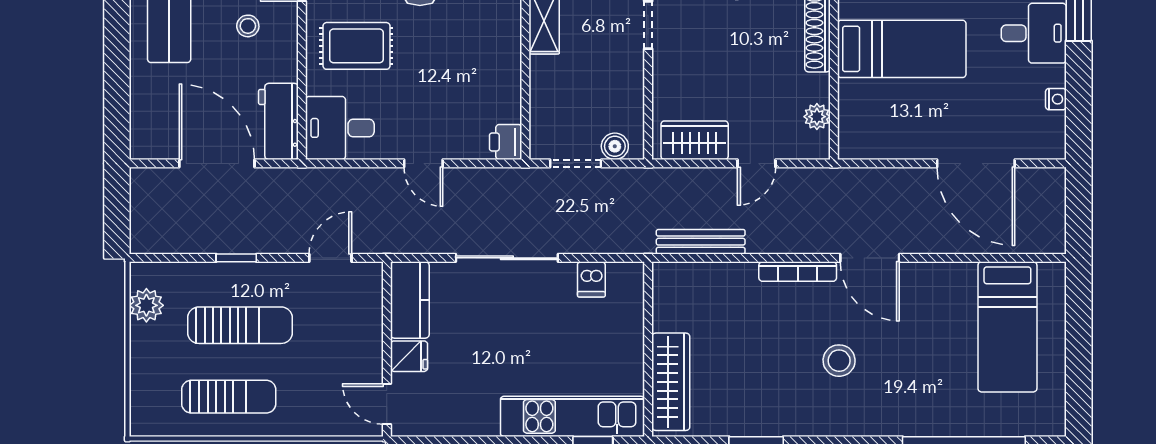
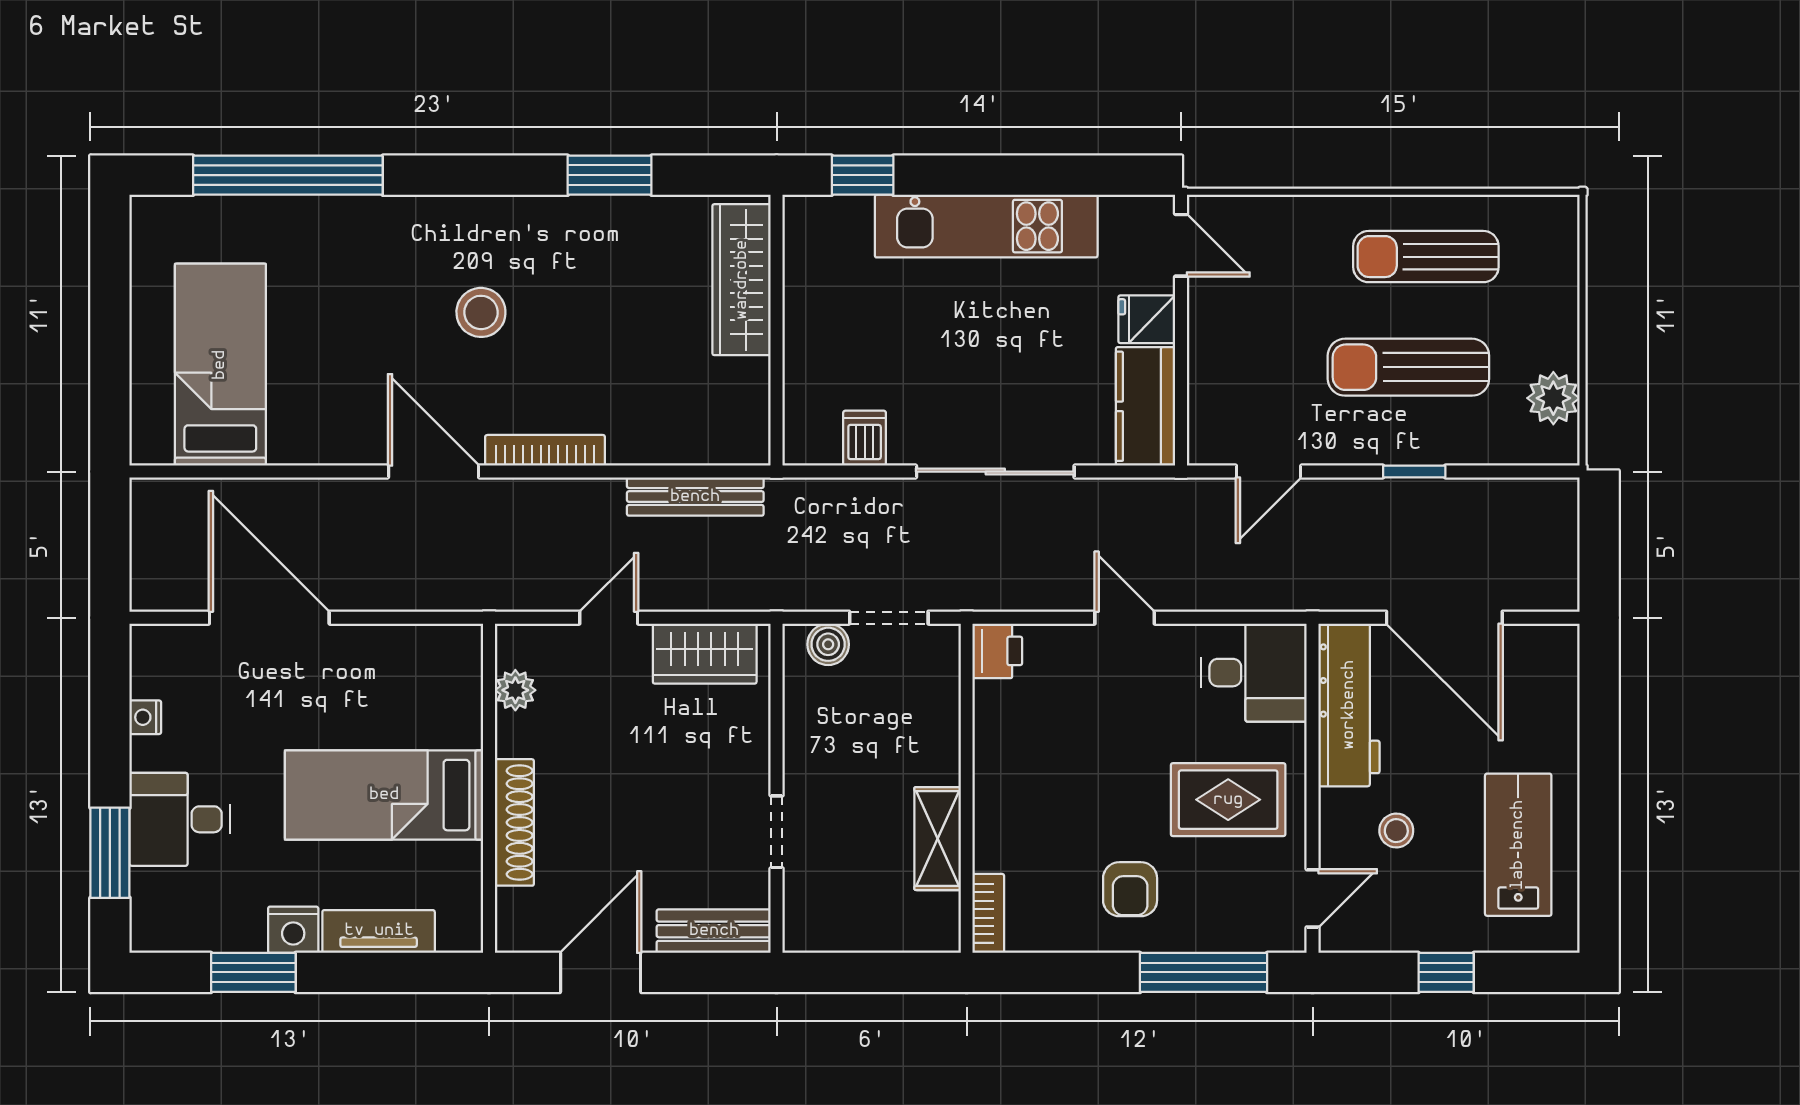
workbench: (278, 121) -> (1349, 705), width x1.38
kitchen unit: (572, 416) -> (986, 226), moved

